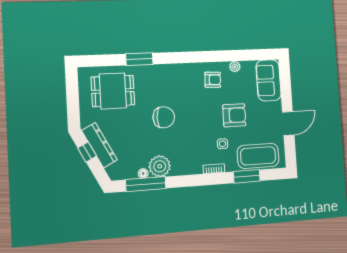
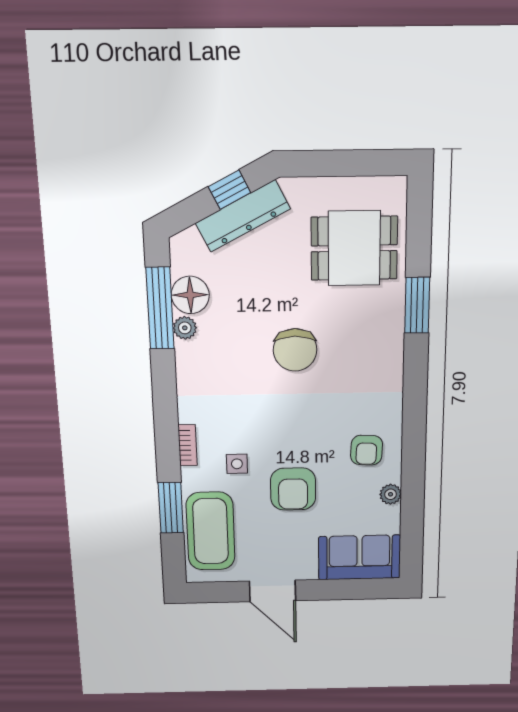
dining table: (113, 91) -> (354, 248), turned 90
plant: (160, 166) -> (185, 328), width x0.53, depth x0.53
floor lamp: (143, 173) -> (190, 295), width x1.89, depth x1.89

